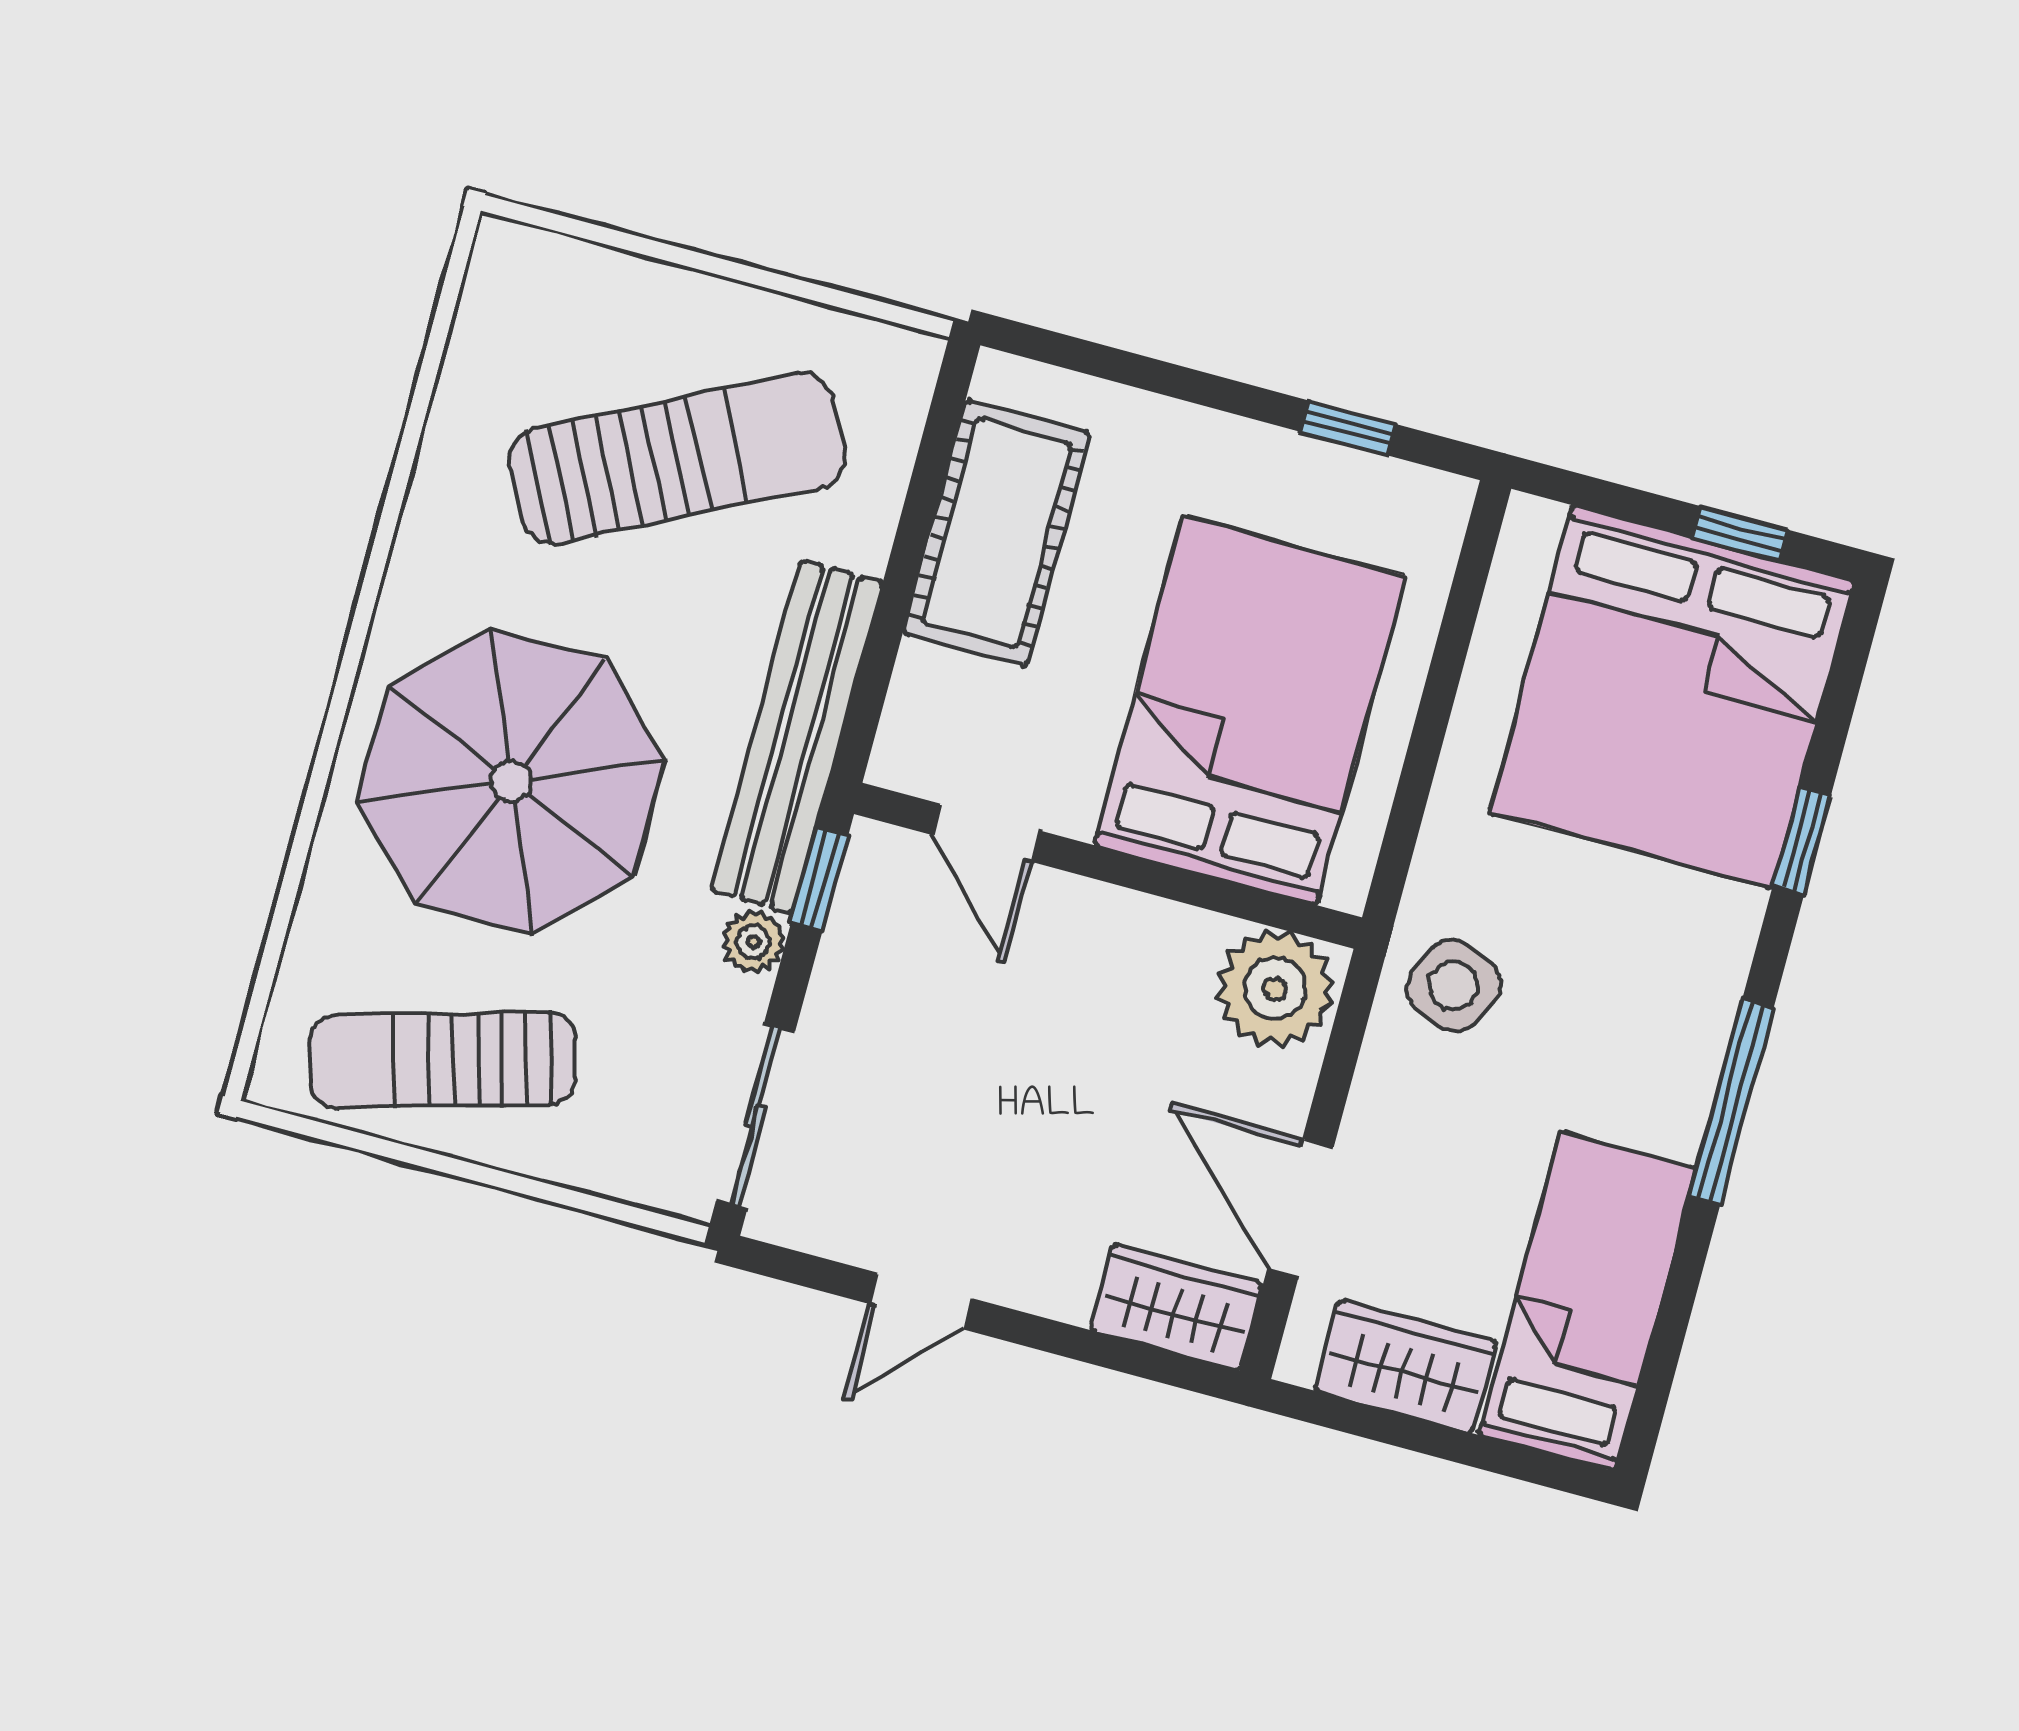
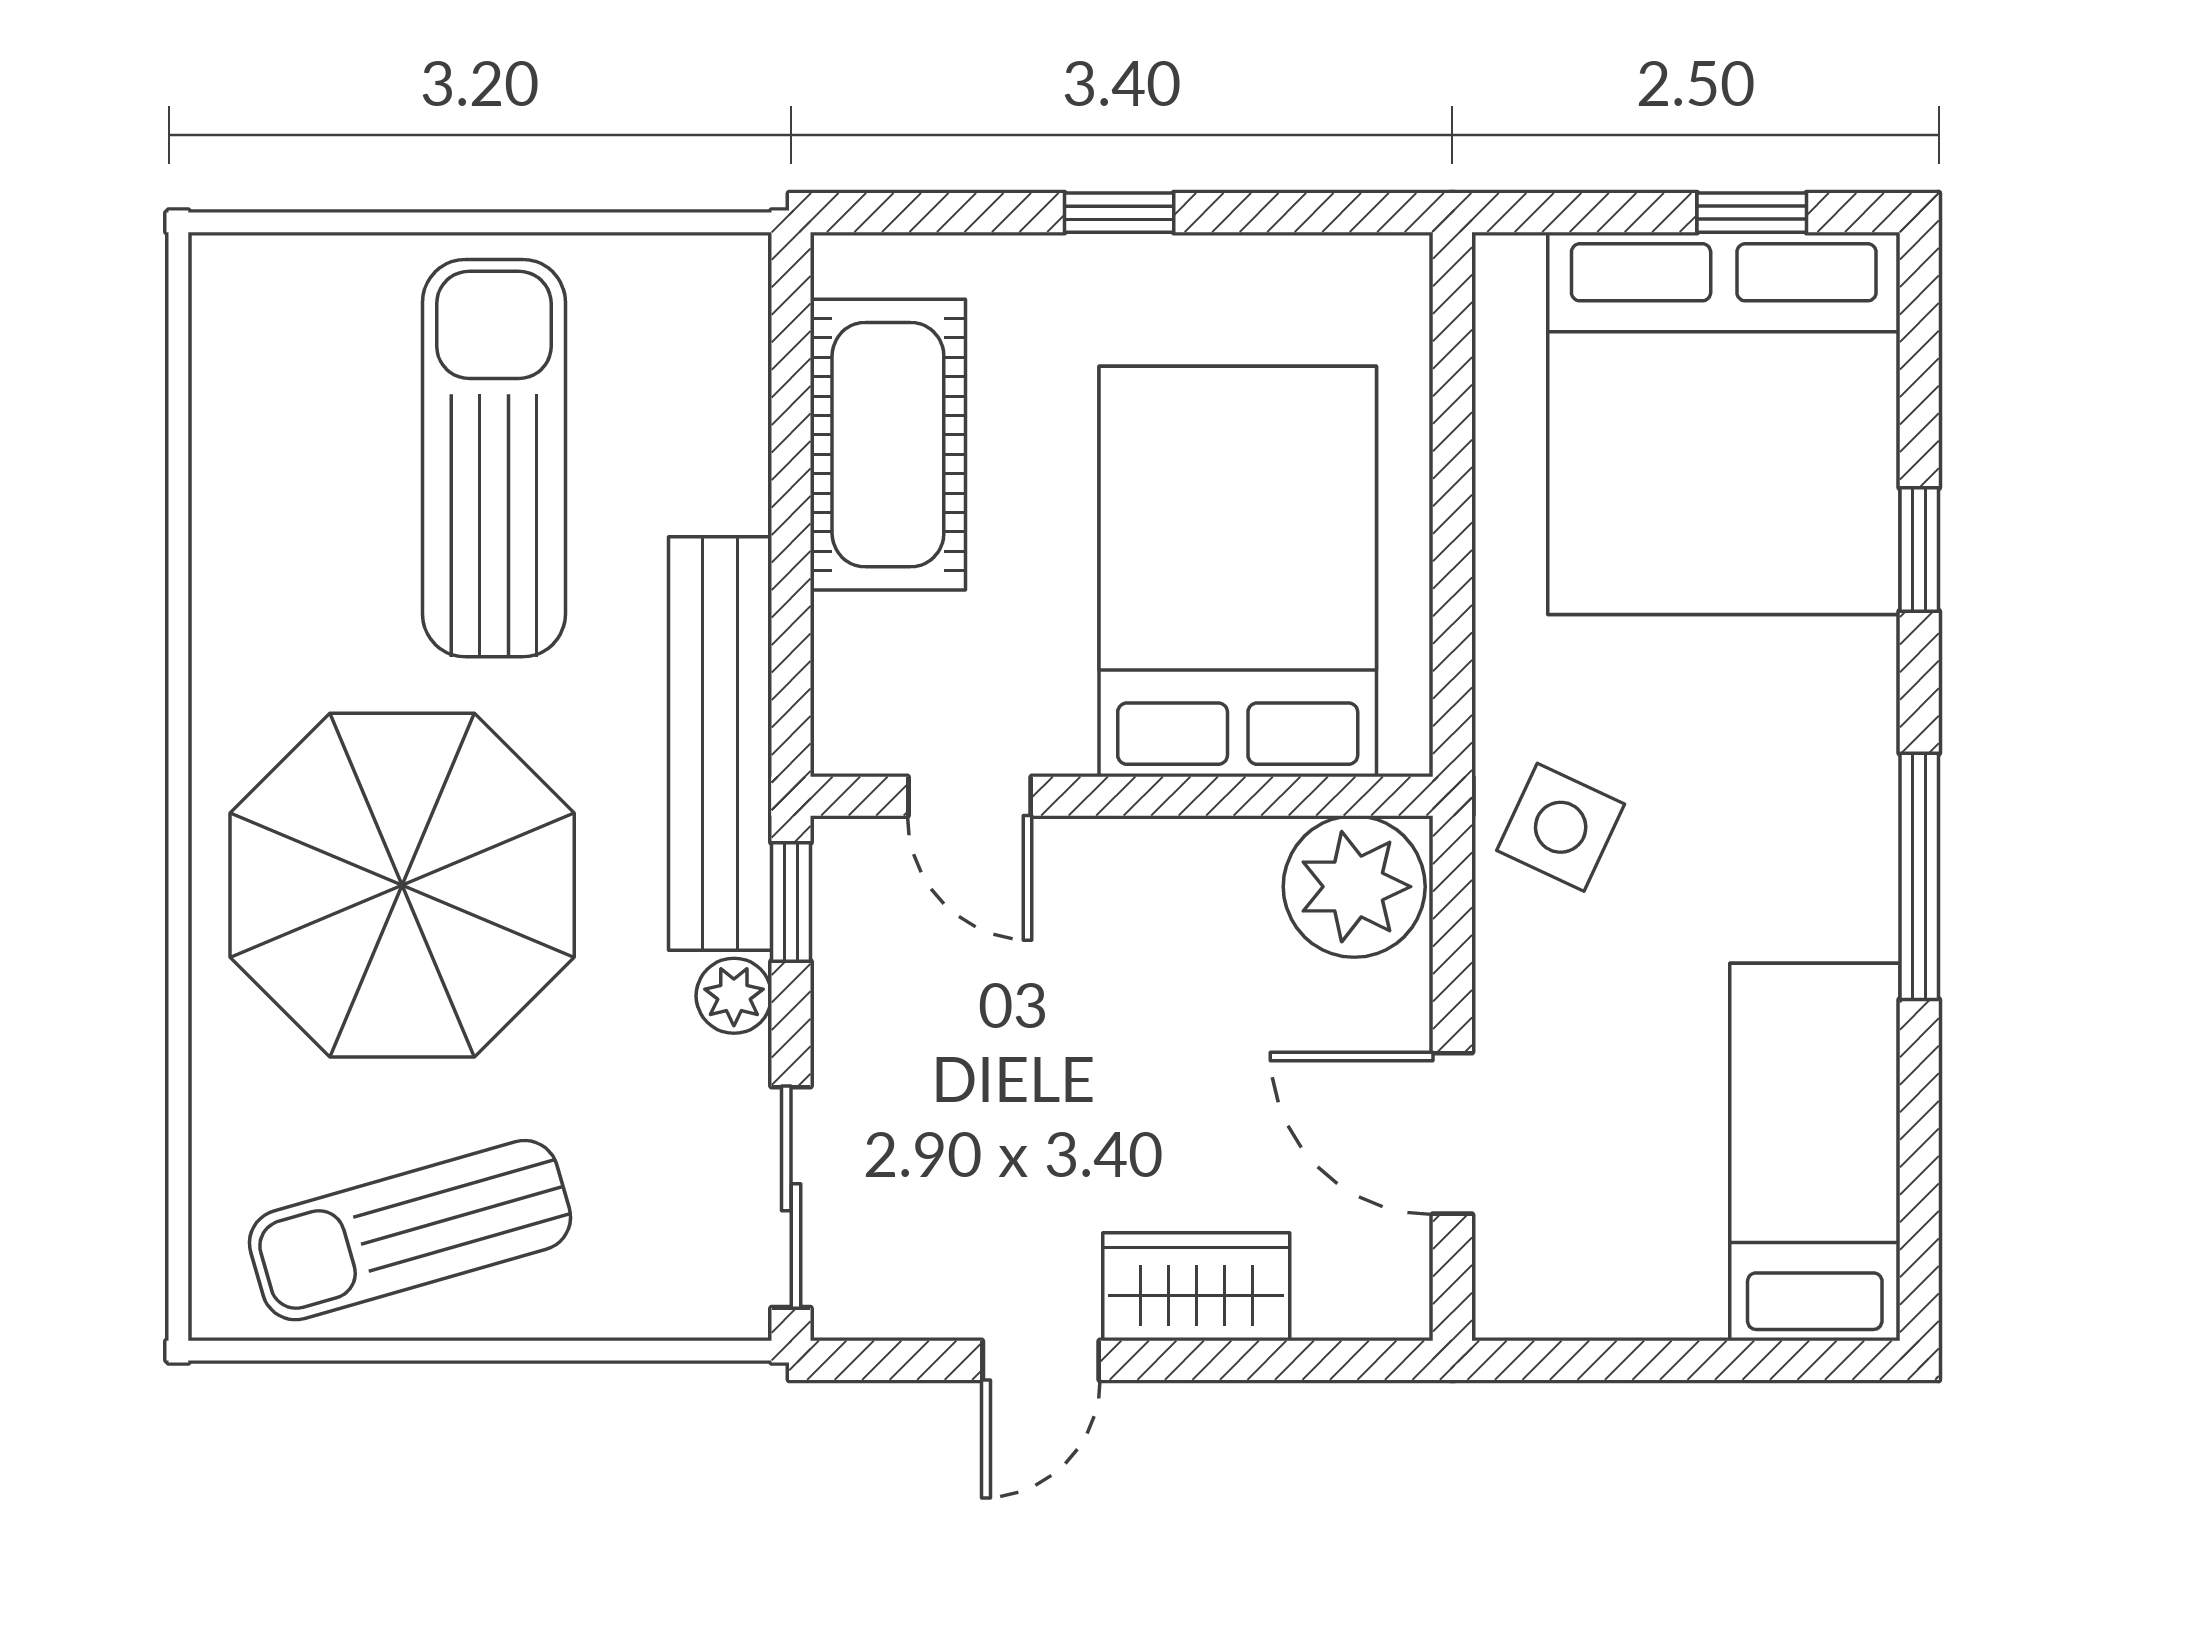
window: (1348, 428) -> (1119, 213), moved
sun lounger: (677, 458) -> (494, 458), turned -63
wardrobe: (1177, 1307) -> (1196, 1287), moved
wardrobe: (1405, 1366) -> (1624, 1284), removed

